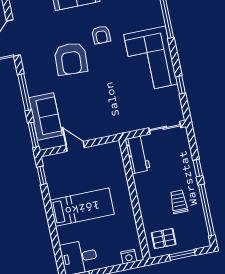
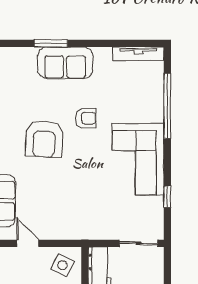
armchair: (101, 35) -> (86, 118), turned -90
side table: (107, 158) -> (63, 265), added

